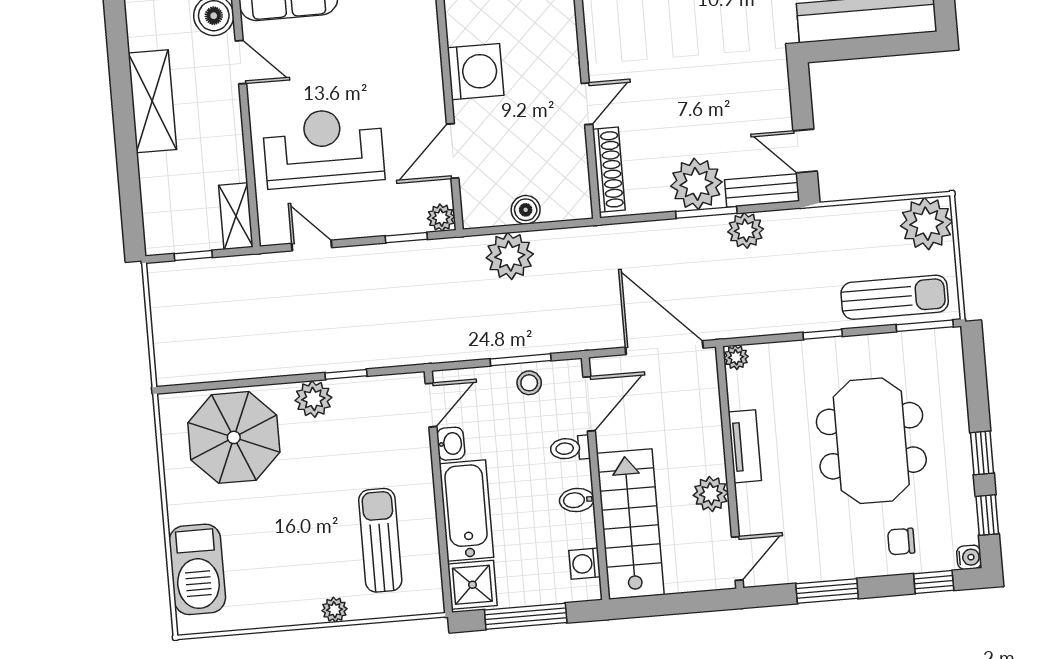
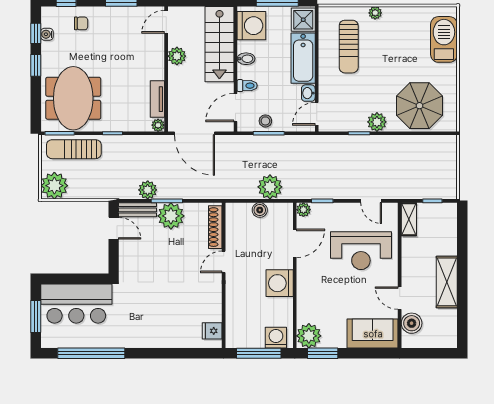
meeting table: (871, 441) -> (73, 98), moved
tv unit: (745, 446) -> (157, 99), moved
water cooler: (969, 557) -> (47, 34), moved
washing machine: (585, 564) -> (251, 26), width x1.89, depth x1.89

